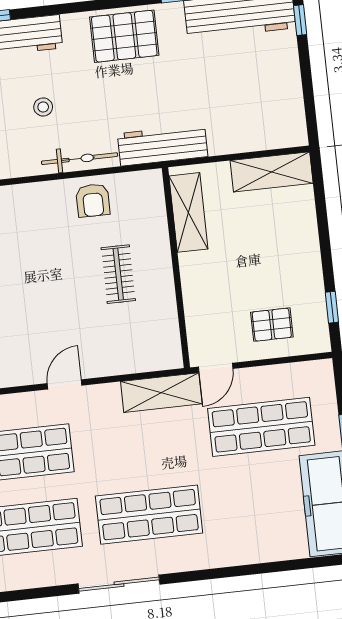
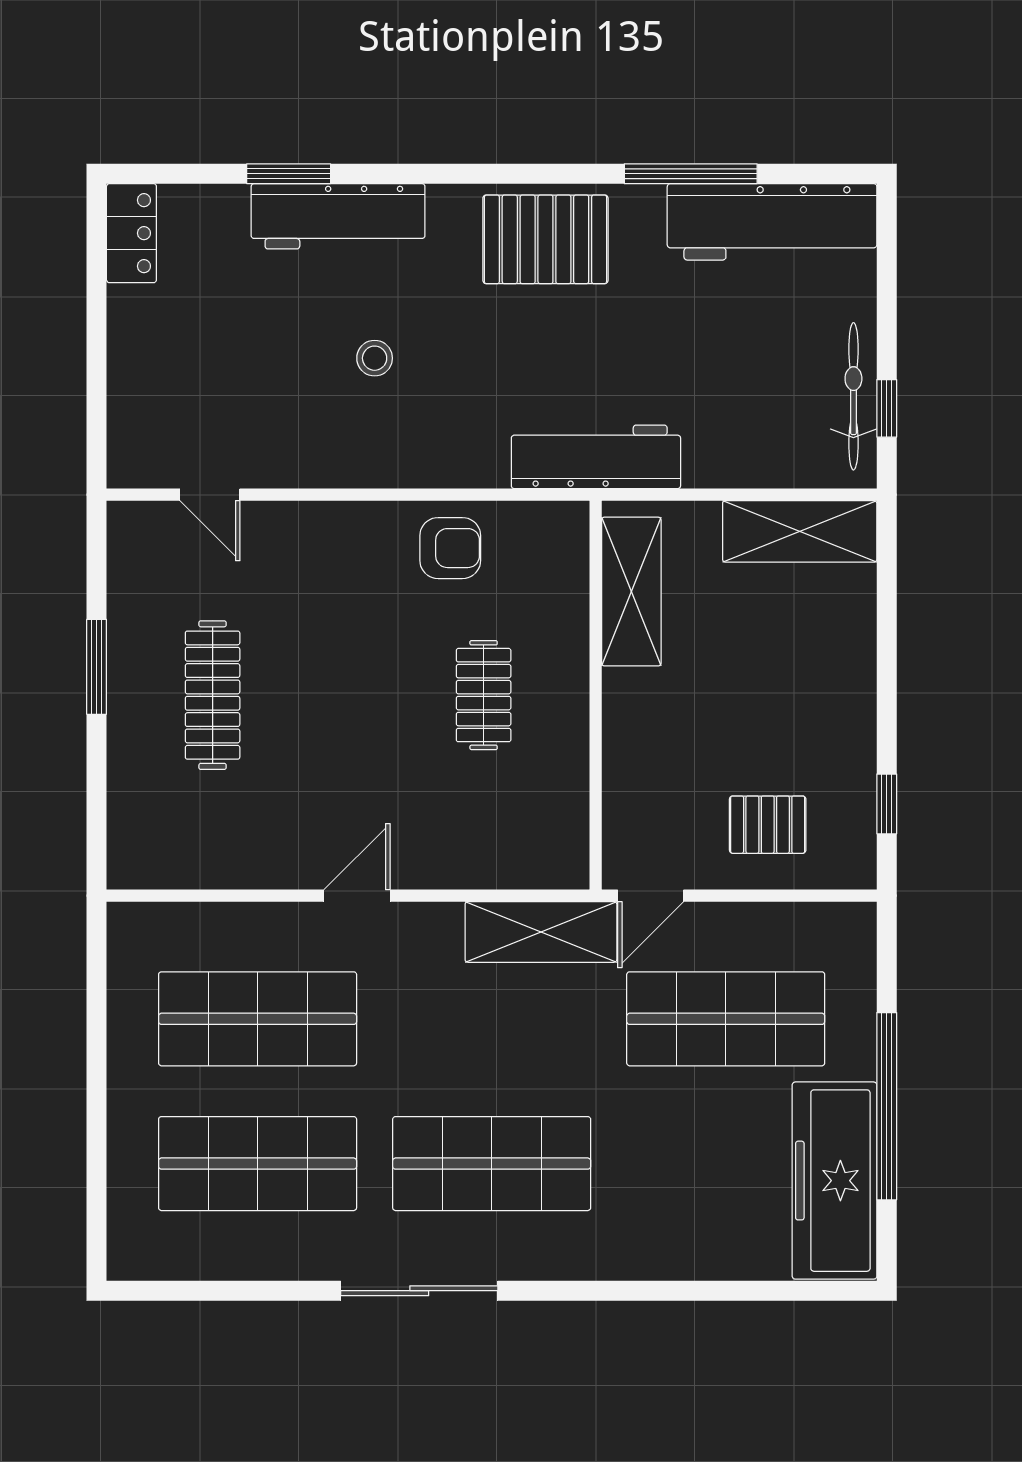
window: (300, 20) -> (887, 408), moved
bicycle: (80, 159) -> (853, 396), moved, turned -90
armchair: (93, 200) -> (450, 548), turned -90

